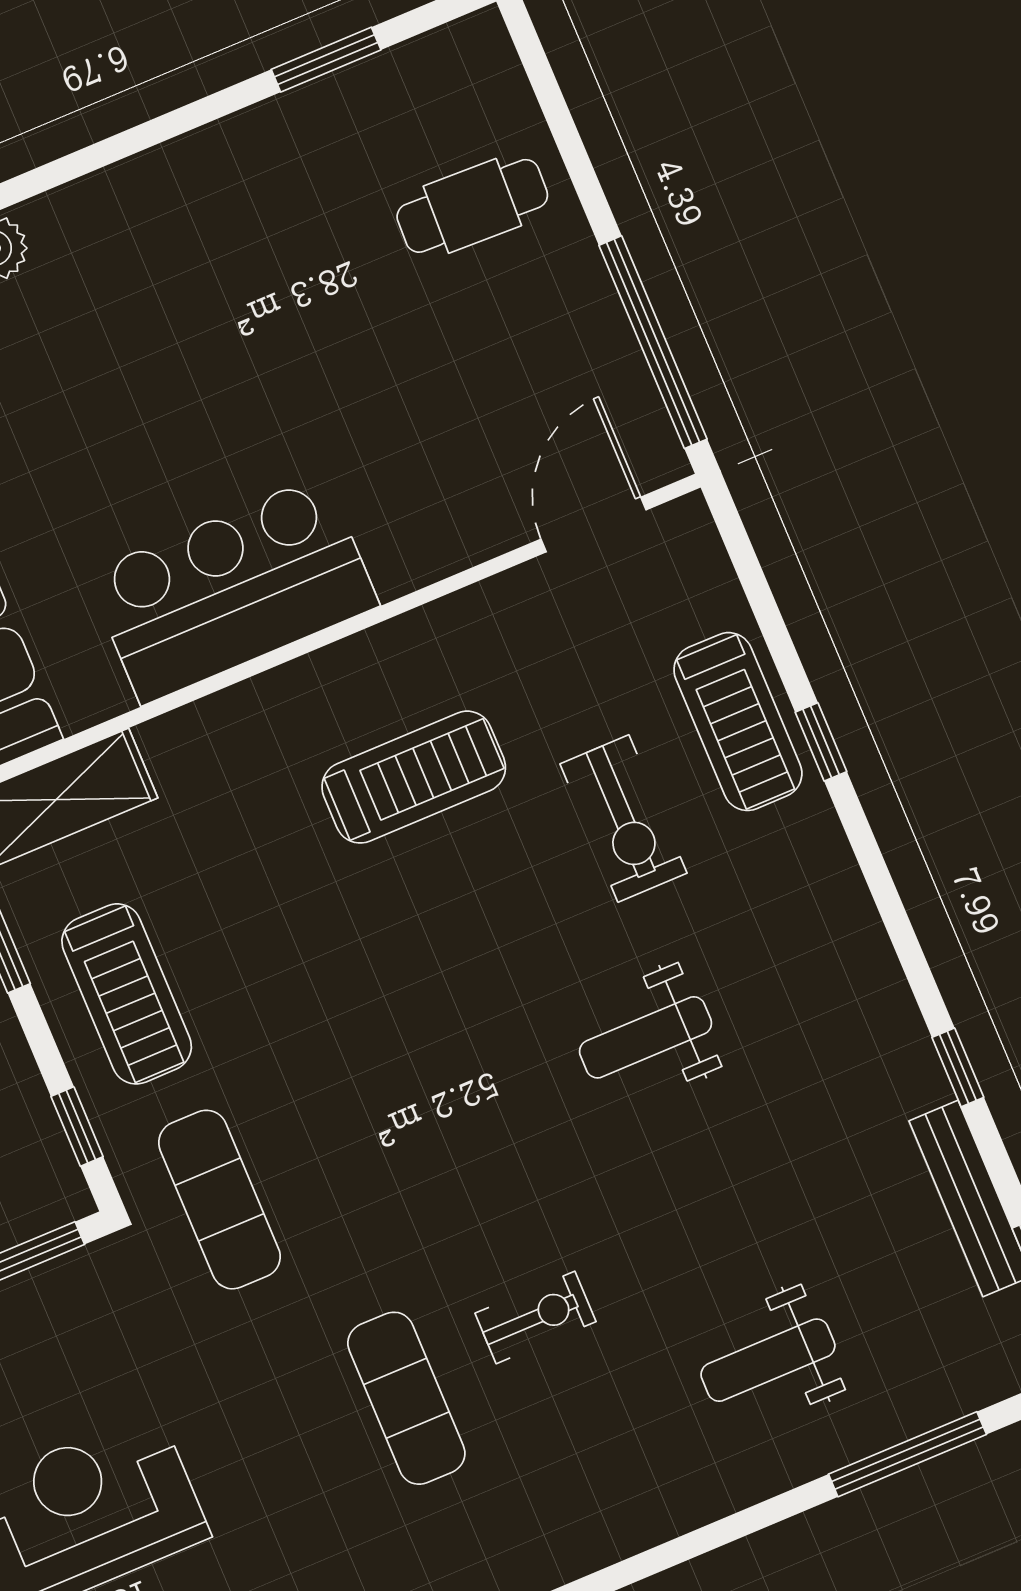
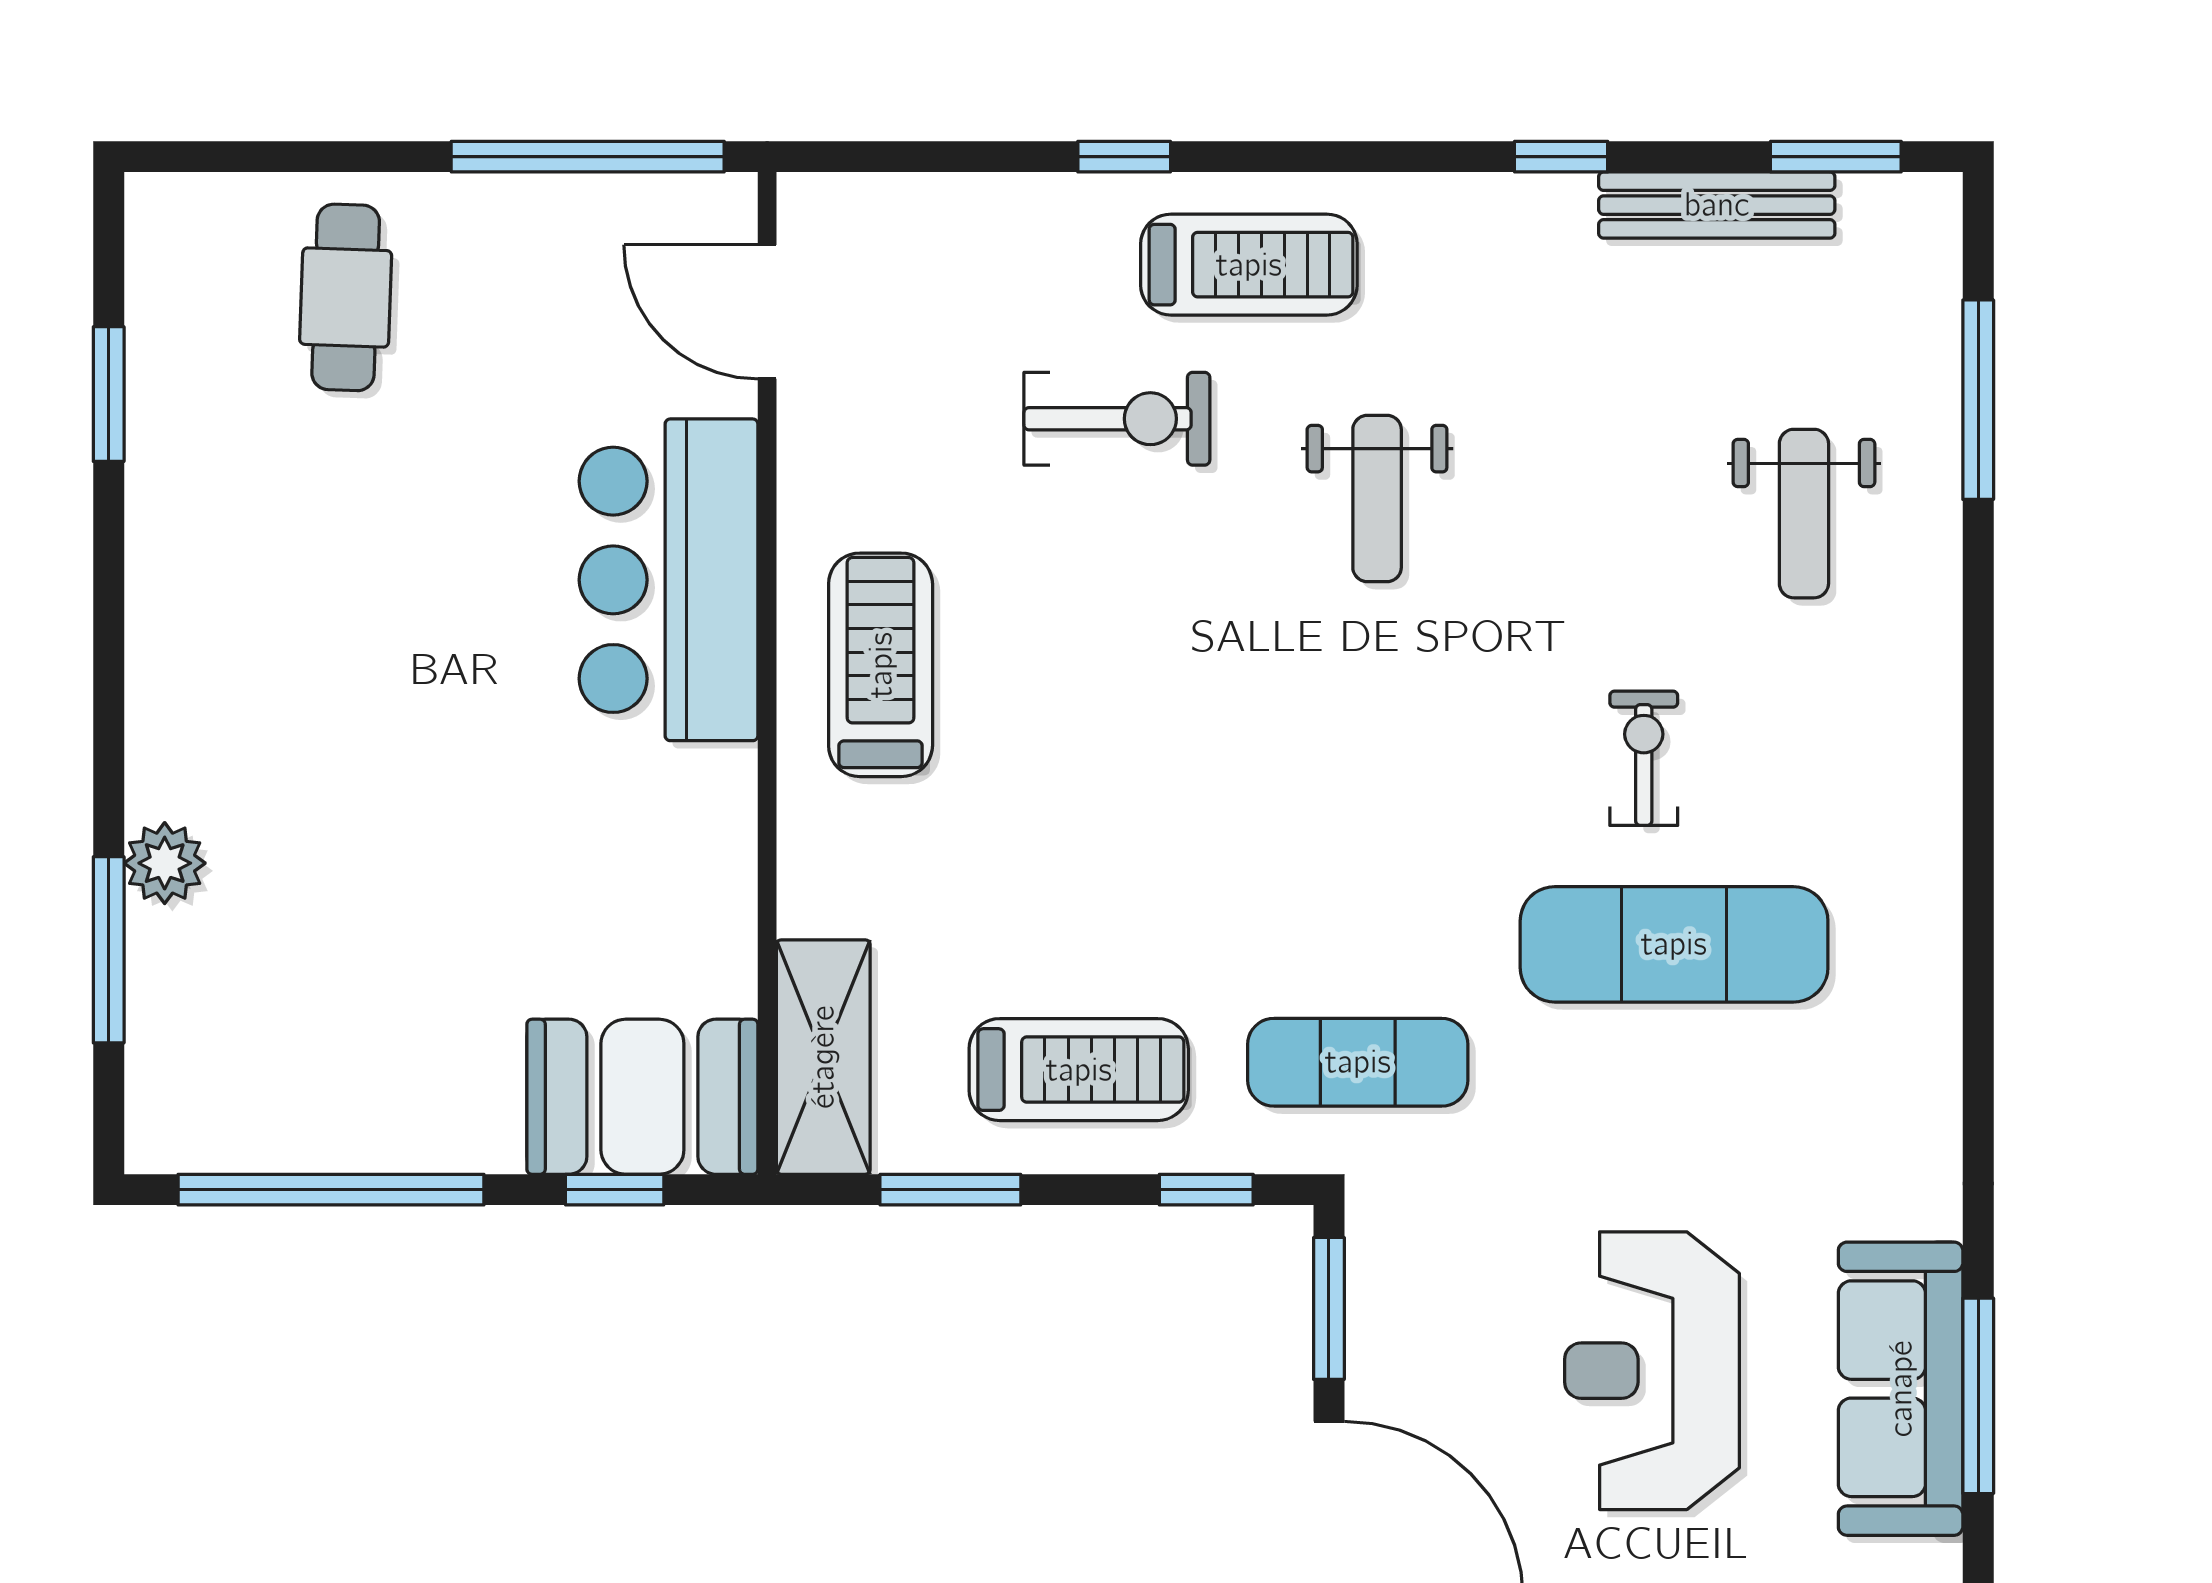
bar counter: (233, 590) -> (669, 580), moved
treadmill: (738, 722) -> (1249, 265), moved
treadmill: (414, 777) -> (881, 665), moved
exercise mat: (406, 1398) -> (1674, 944), width x1.36, depth x1.45

